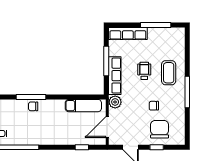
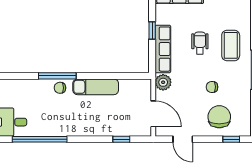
window: (106, 61) -> (152, 30), width x0.46
exam couch: (83, 106) -> (96, 87), moved
door: (107, 127) -> (153, 114), swing flipped
window: (157, 147) -> (231, 139), moved

